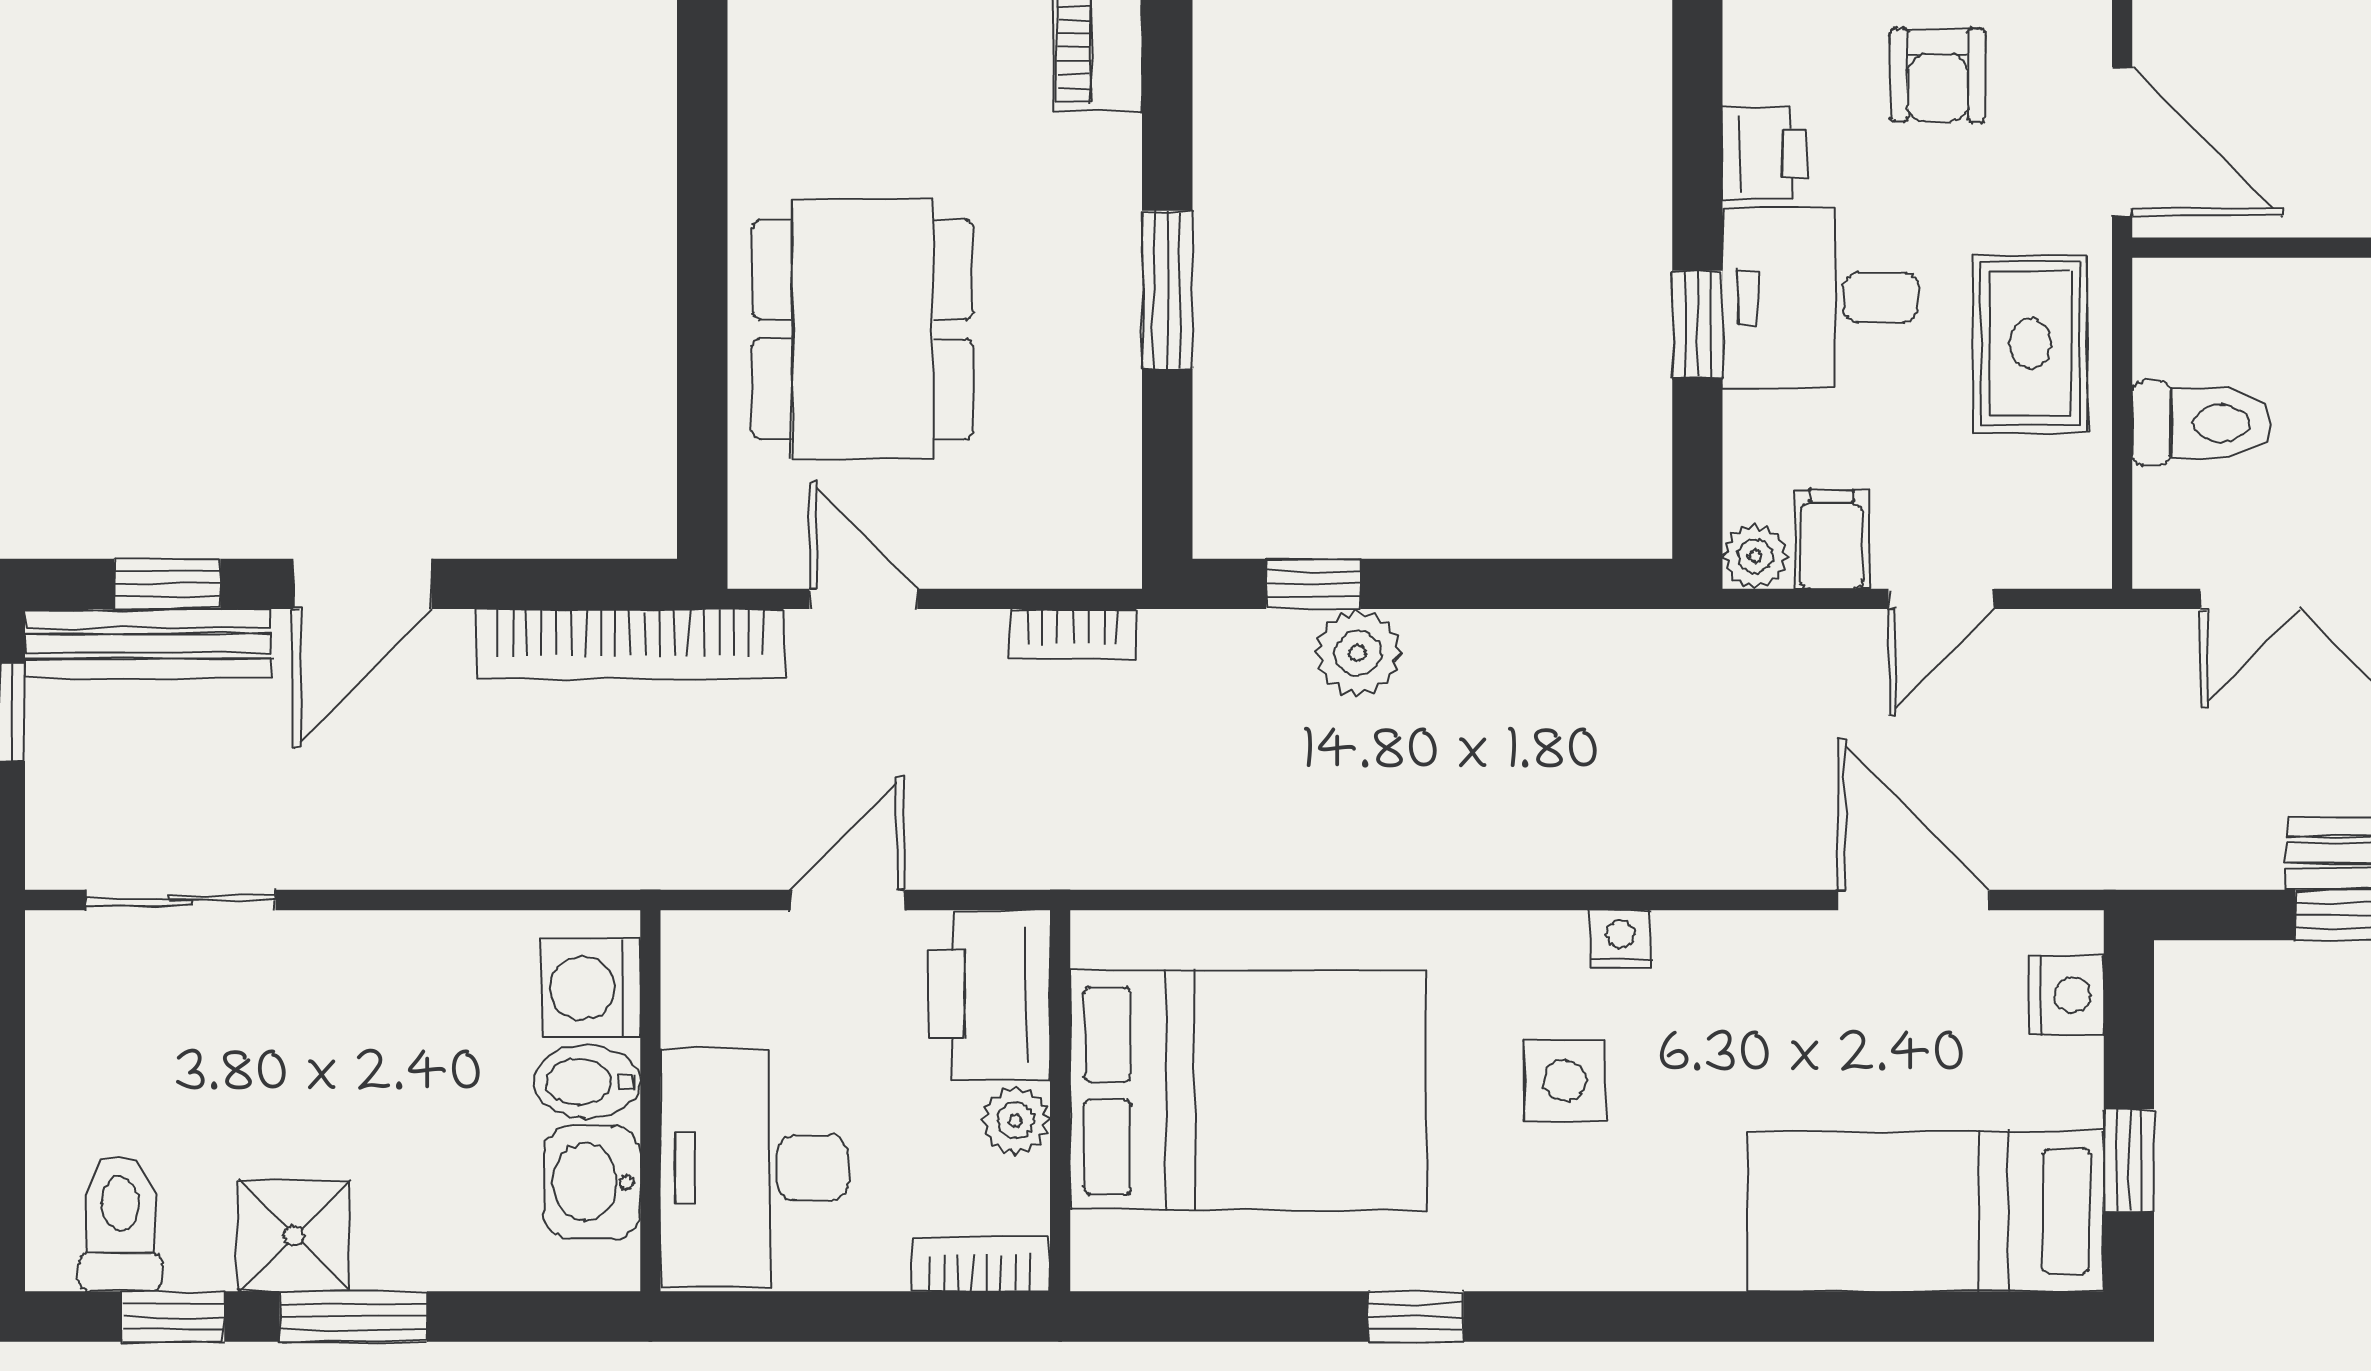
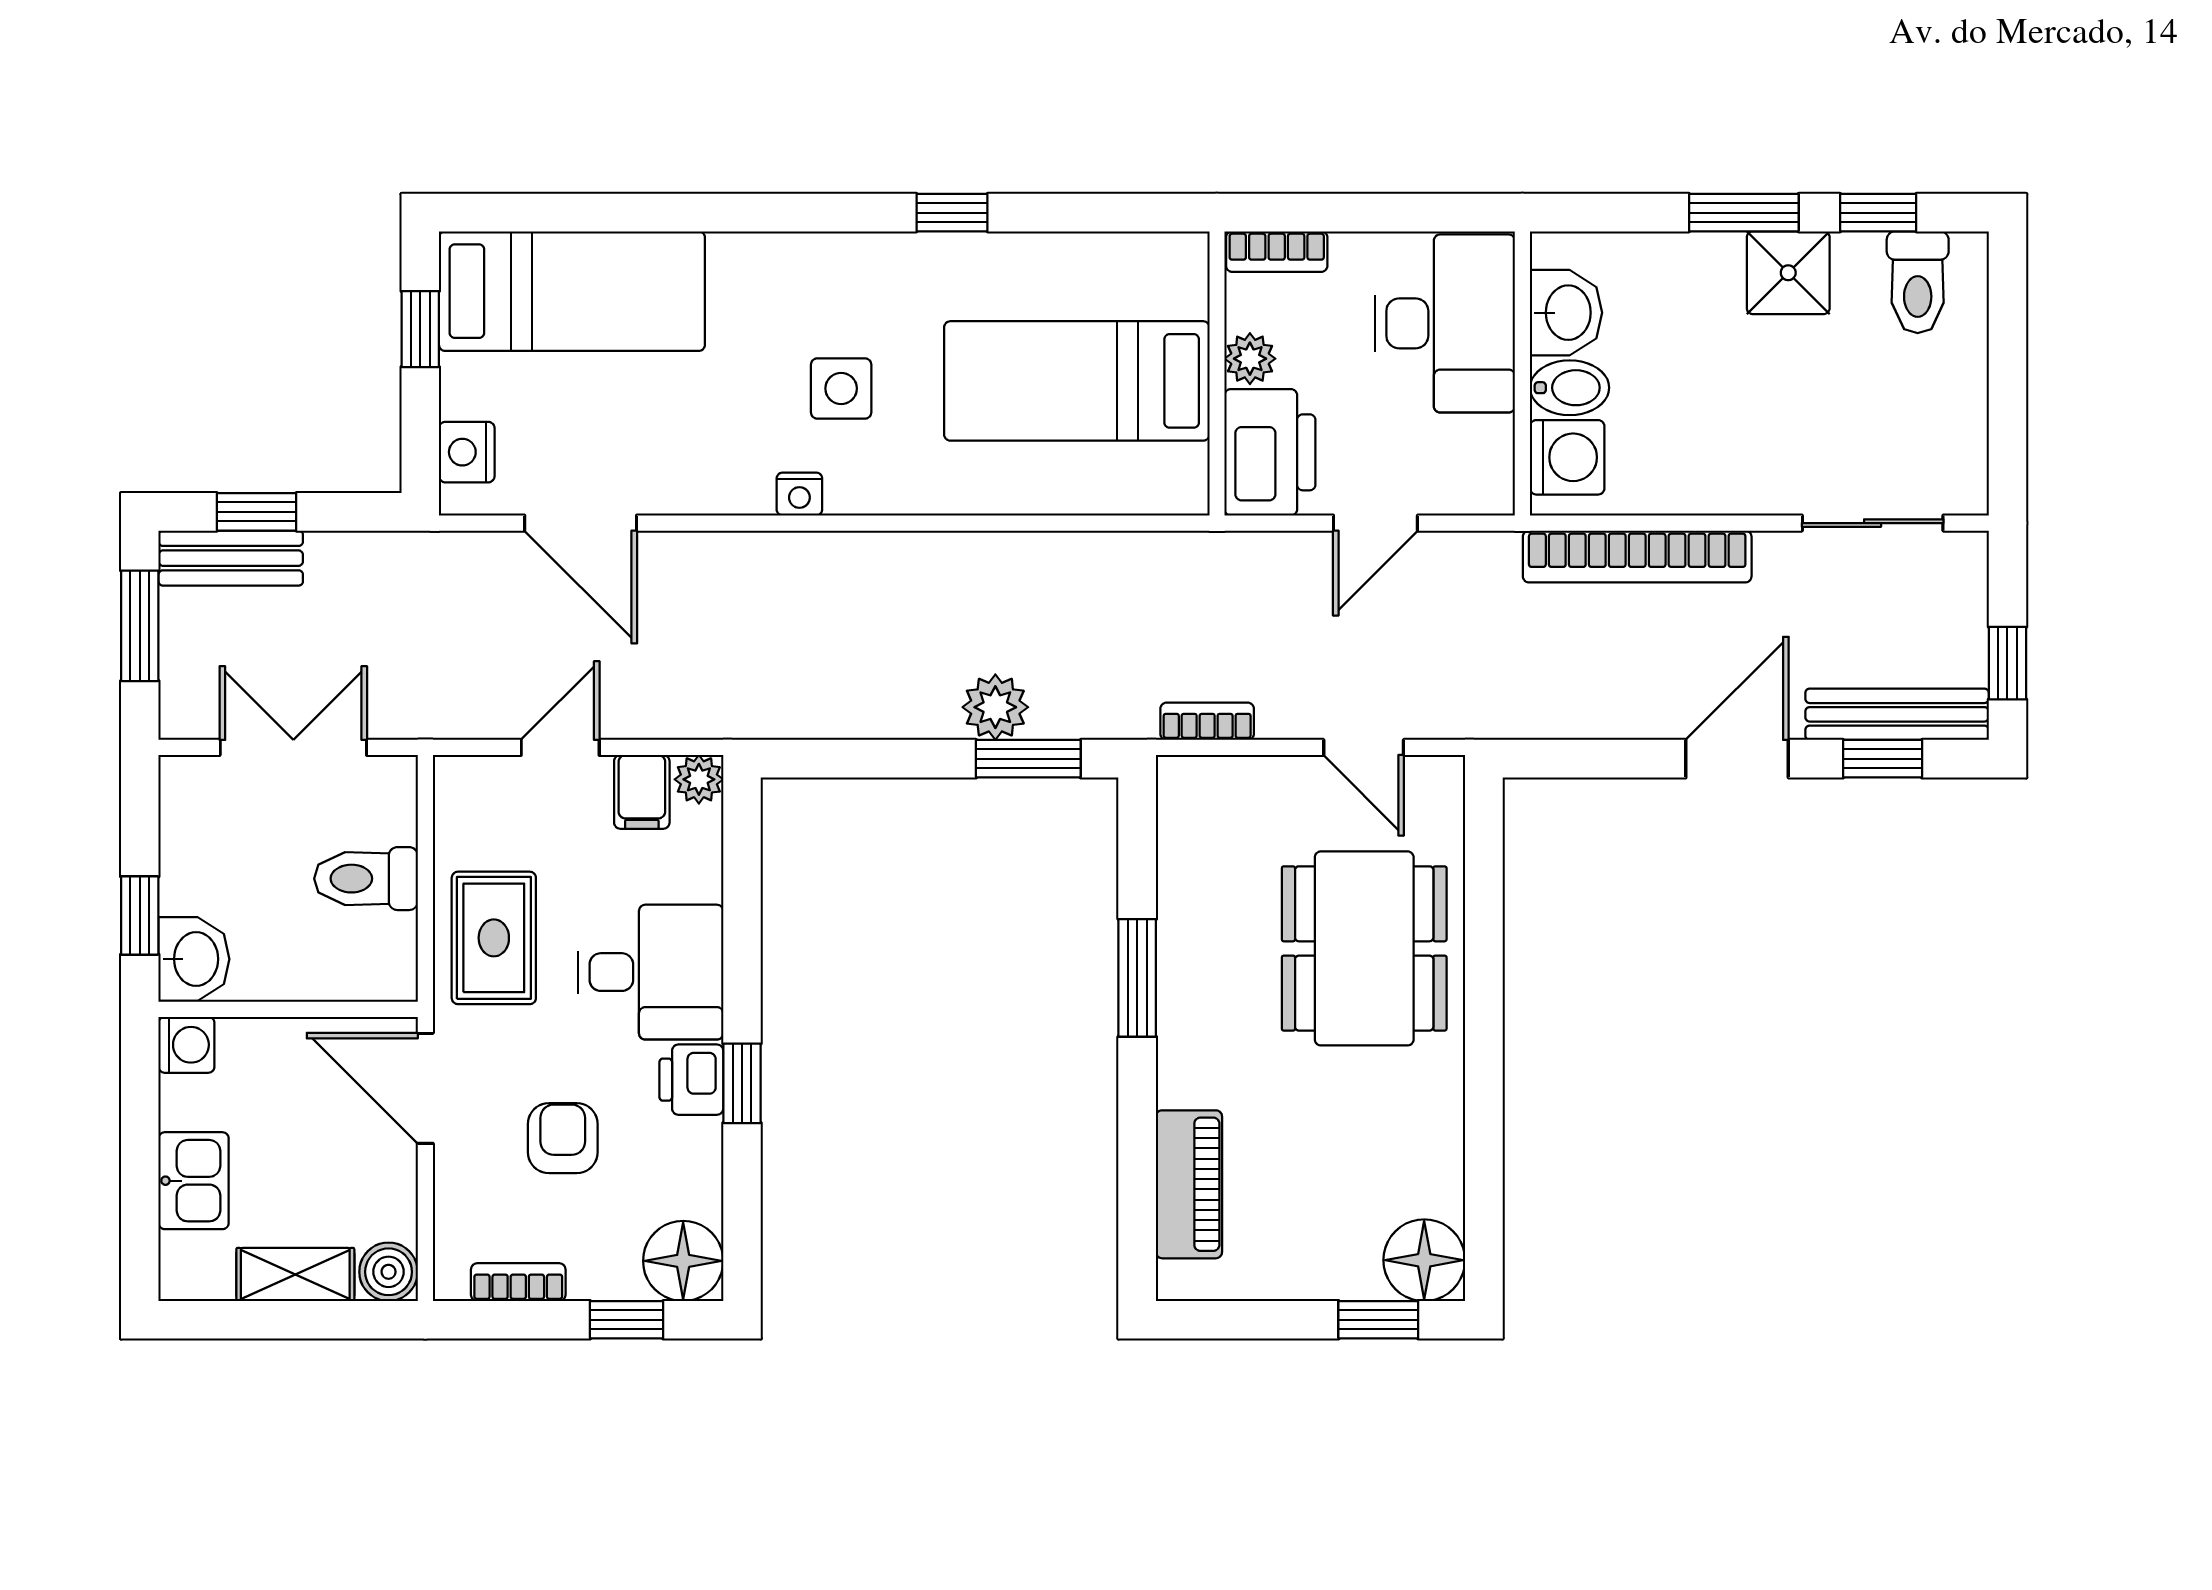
window: (1697, 324) -> (742, 1083), moved
window: (1313, 584) -> (1028, 759), width x1.50
bookcase: (630, 644) -> (1637, 556), moved, turned 180
bed: (1248, 1091) -> (1077, 381), width x0.67

